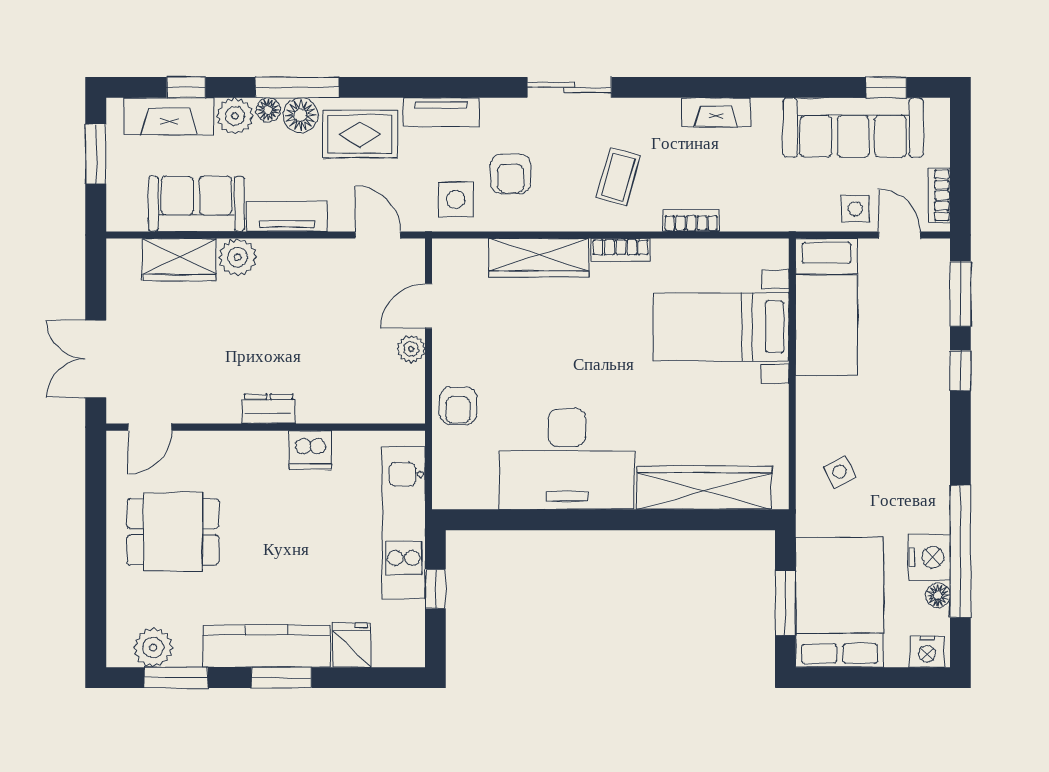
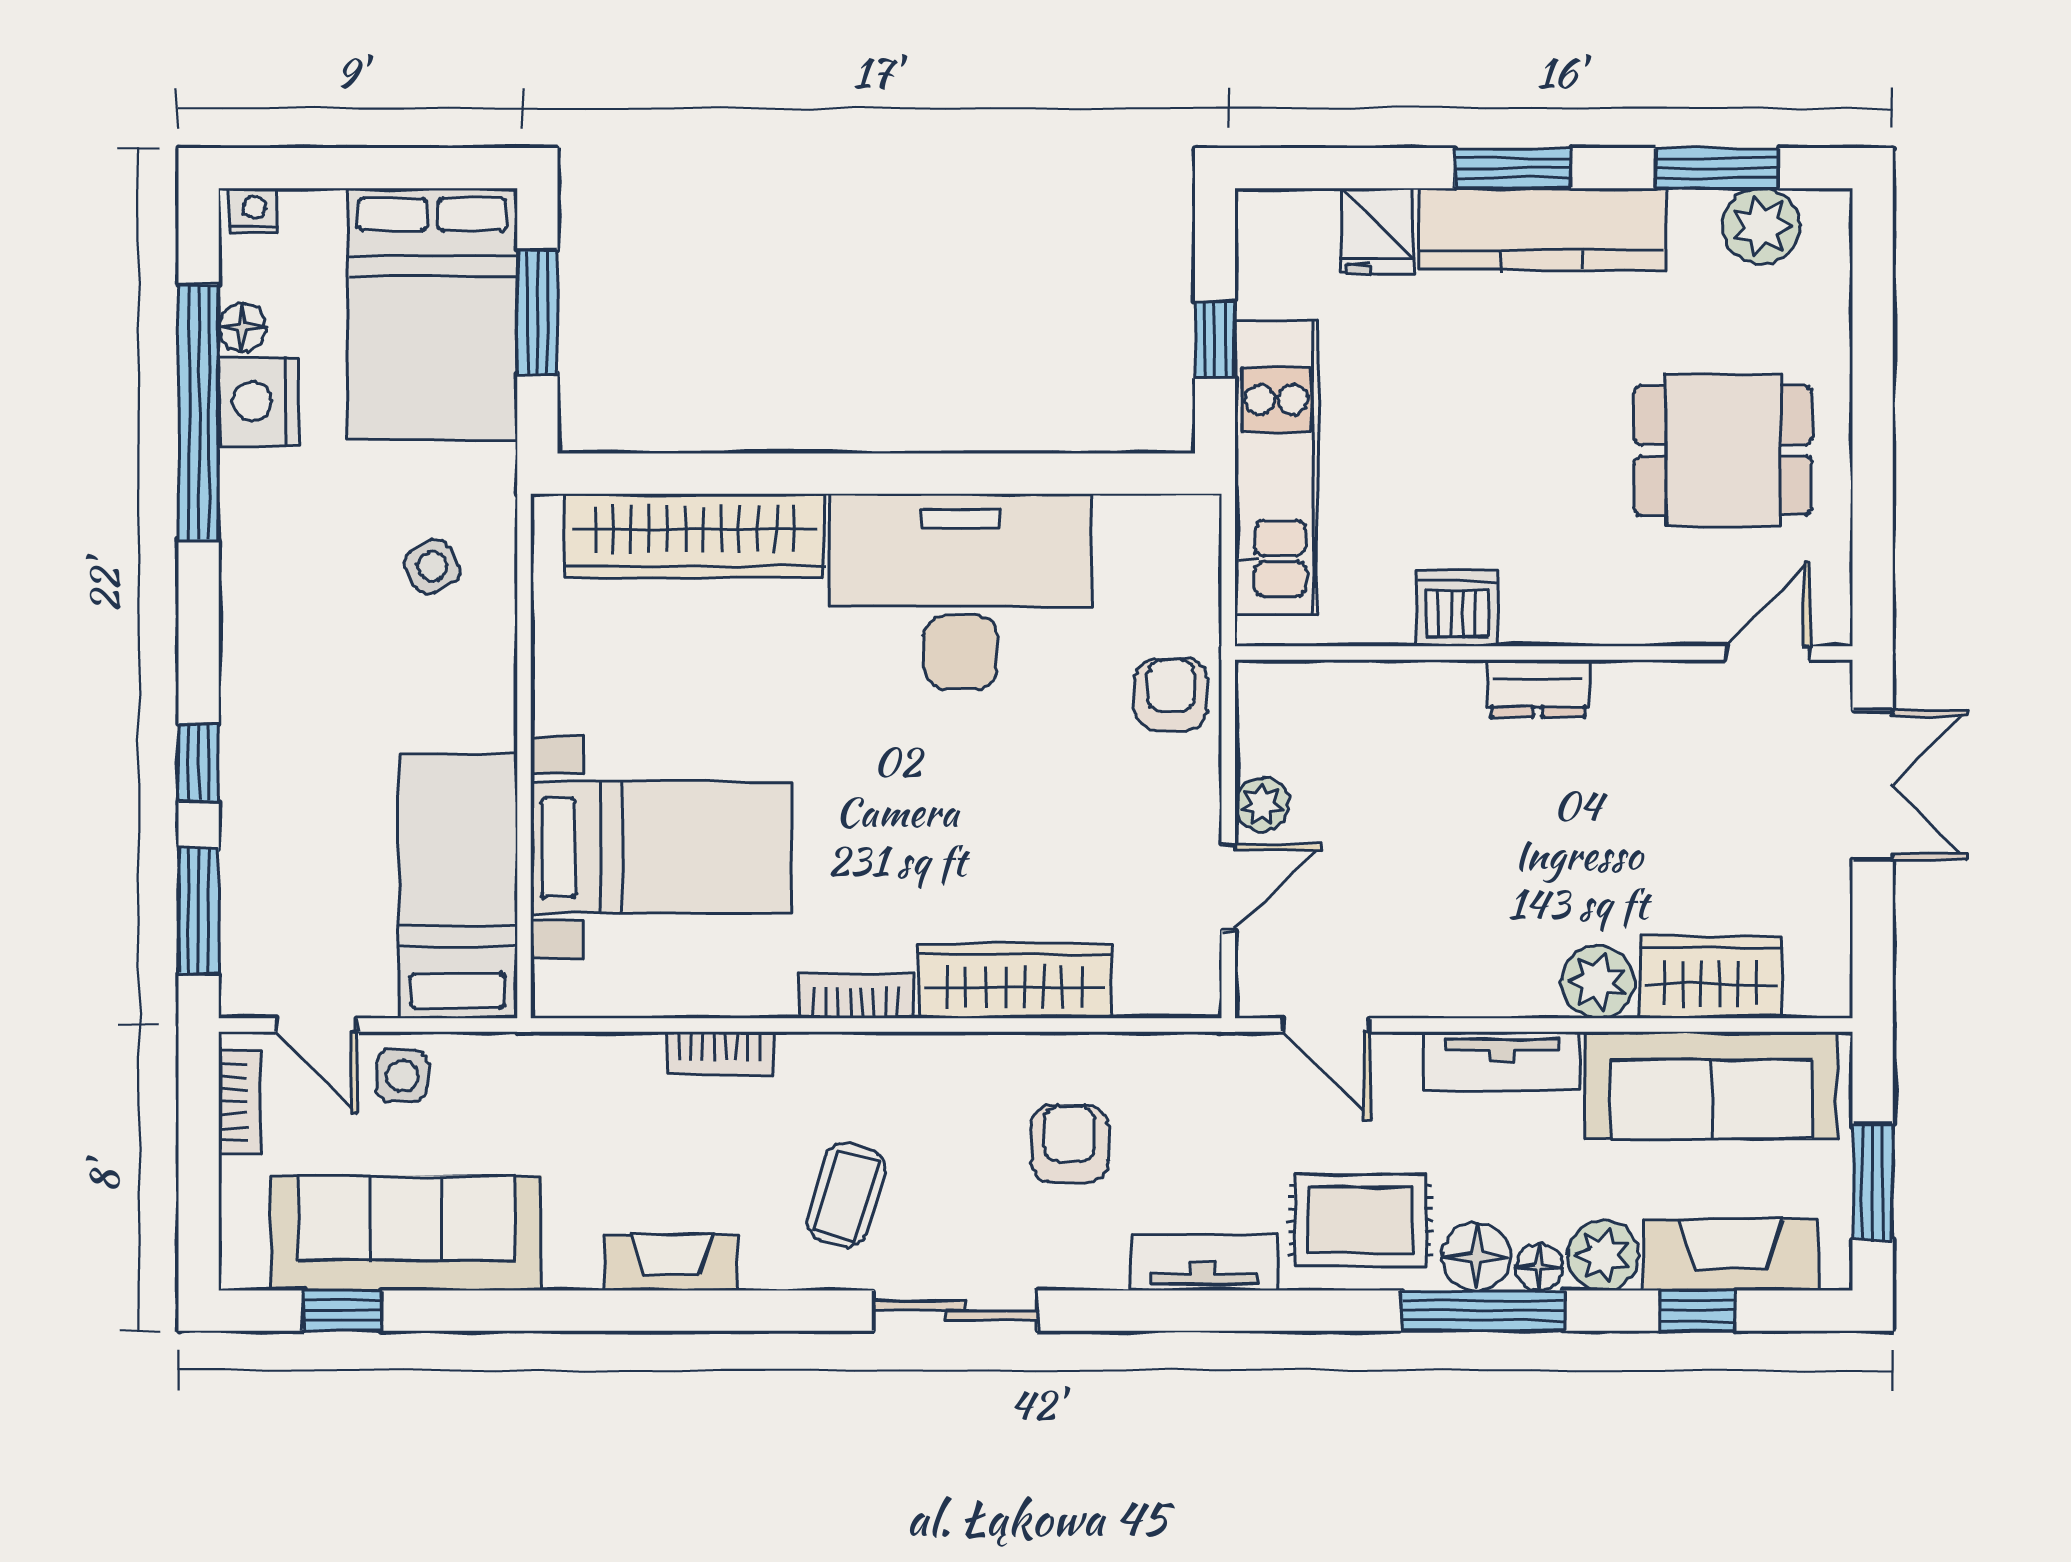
coffee table: (618, 177) -> (846, 1195), moved
side table: (456, 199) -> (1176, 1094), removed
sofa: (196, 204) -> (1711, 1085), width x1.36
nightstand: (927, 651) -> (254, 211), width x0.72, depth x0.74

